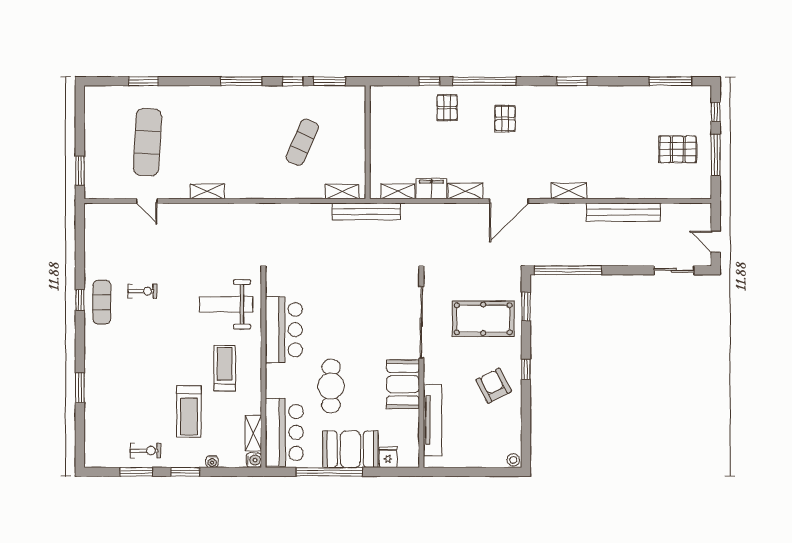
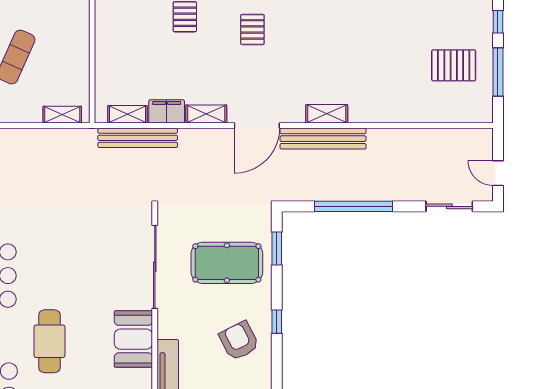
bench: (366, 211) -> (138, 138), moved
bench: (623, 212) -> (323, 139), moved
window: (568, 270) -> (353, 206), moved

